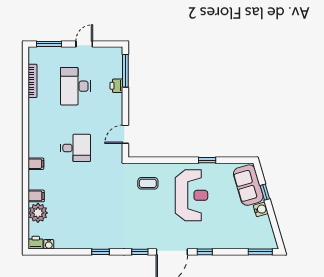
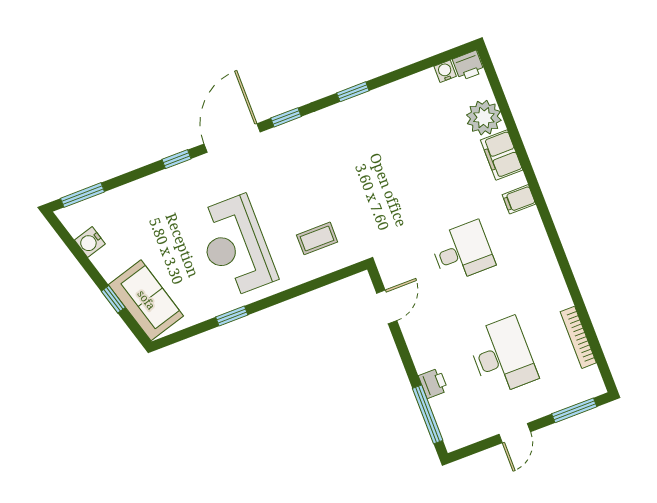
desk: (75, 148) -> (462, 252), turned 180
filing cabinet: (36, 196) -> (502, 155), width x2.00
water cooler: (261, 209) -> (90, 242), moved

